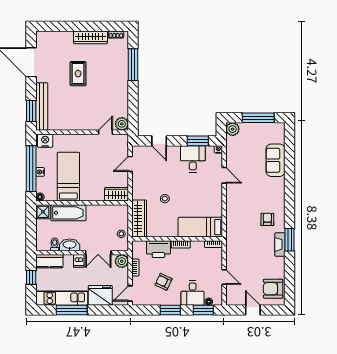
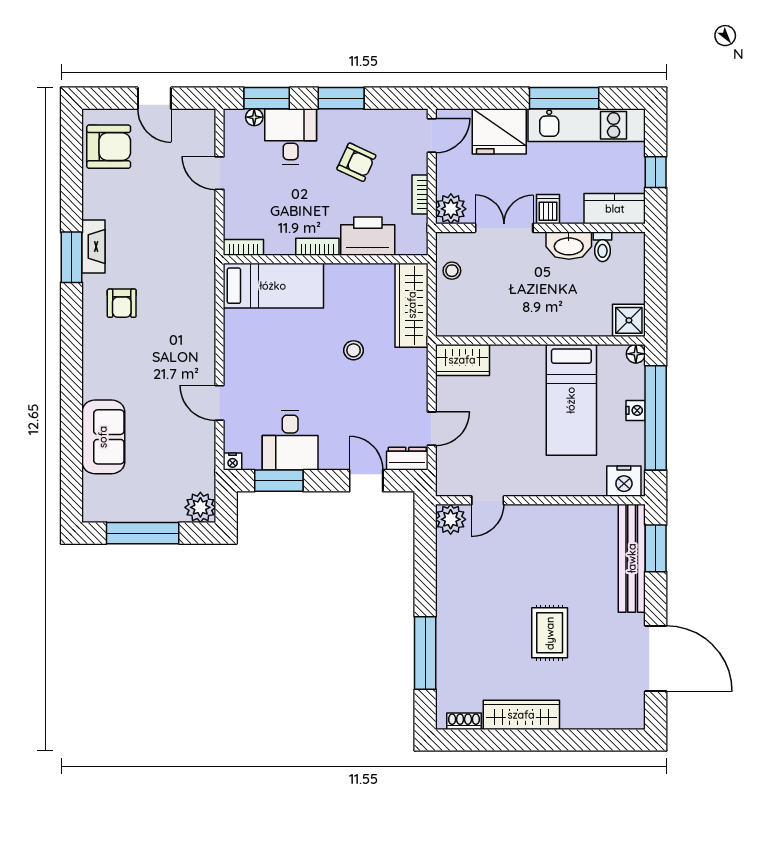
dresser: (141, 151) -> (407, 459), added
bathtub: (68, 213) -> (571, 318), removed

